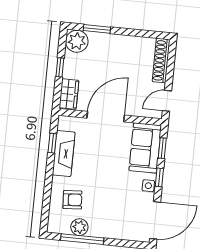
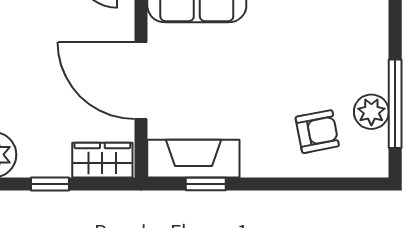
fireplace: (64, 154) -> (193, 159), moved
armchair: (72, 200) -> (317, 132), turned 83

